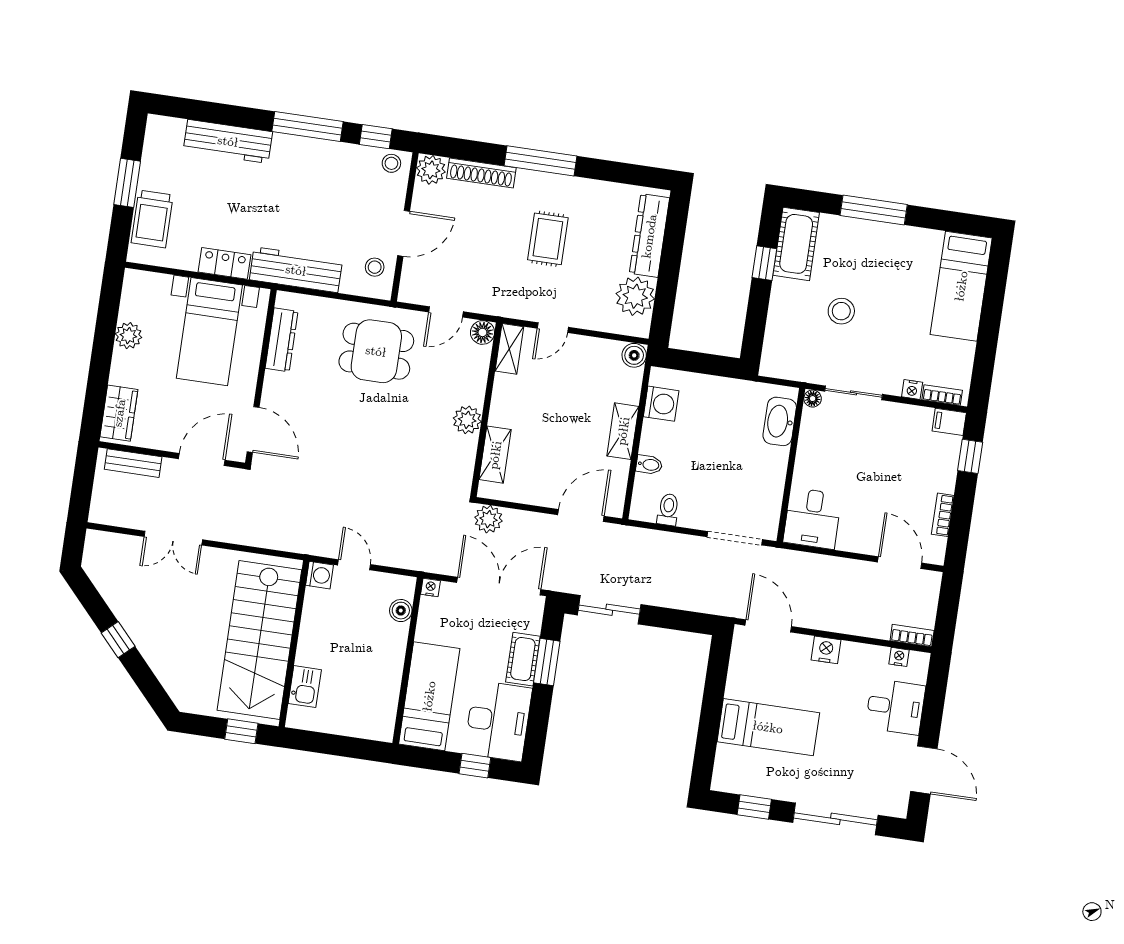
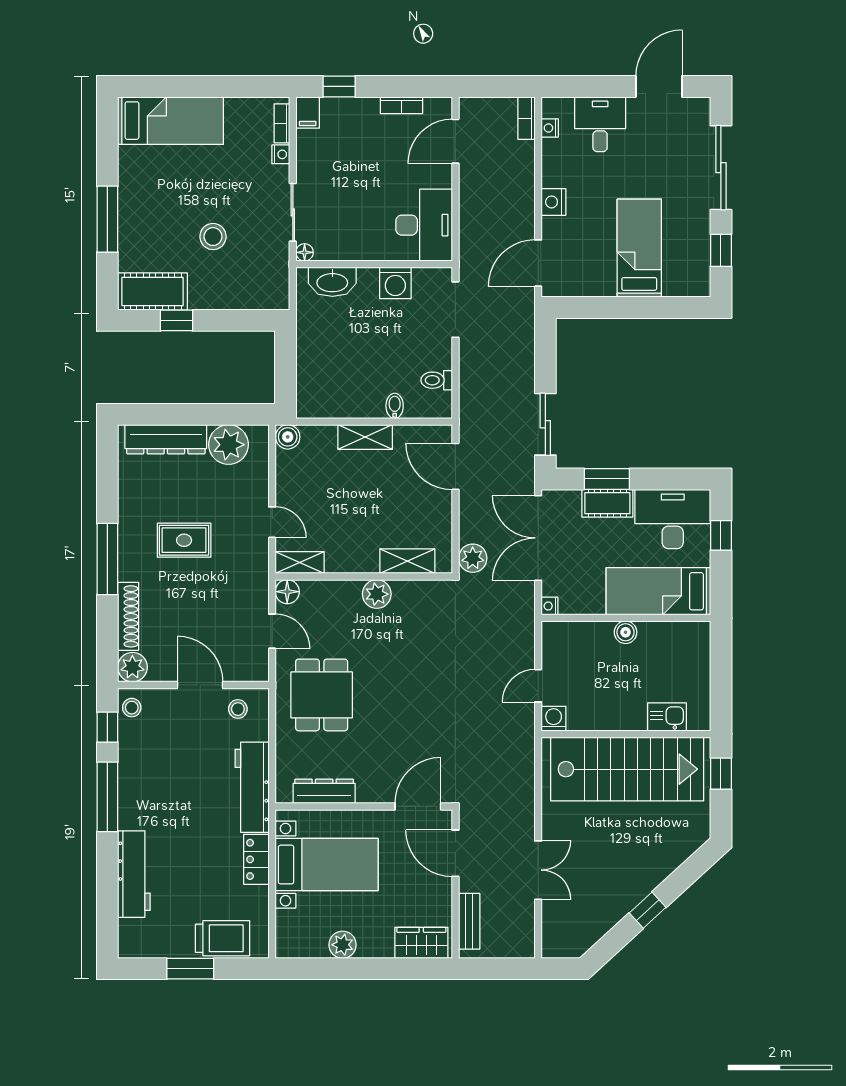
washing machine: (661, 404) -> (395, 283), moved, turned 180
desk: (812, 518) -> (424, 225), width x1.37
boiler: (401, 611) -> (626, 632), moved

